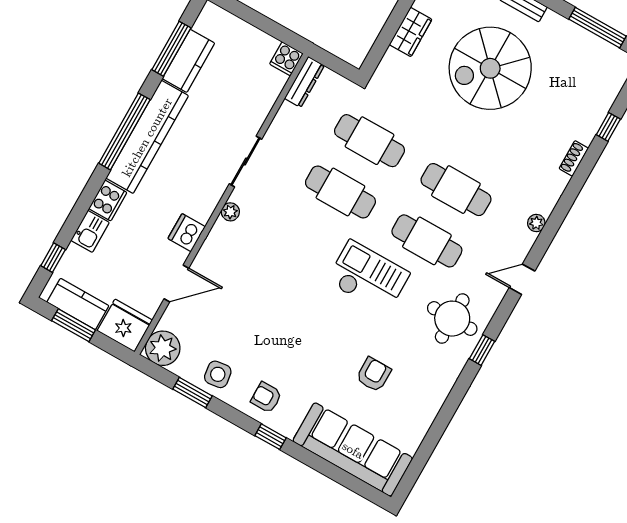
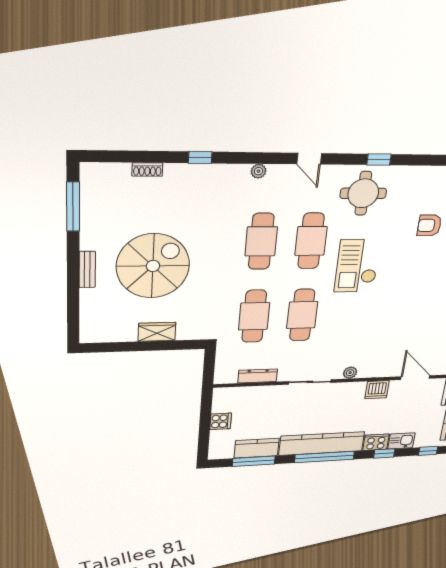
cooker: (286, 59) -> (221, 421), moved
spiral stairs: (490, 68) -> (153, 266), turned -90
dresser: (304, 82) -> (258, 376), moved
window: (608, 127) -> (200, 157), moved
shoe rack: (574, 158) -> (147, 170), moved
window: (84, 203) -> (384, 453), added

